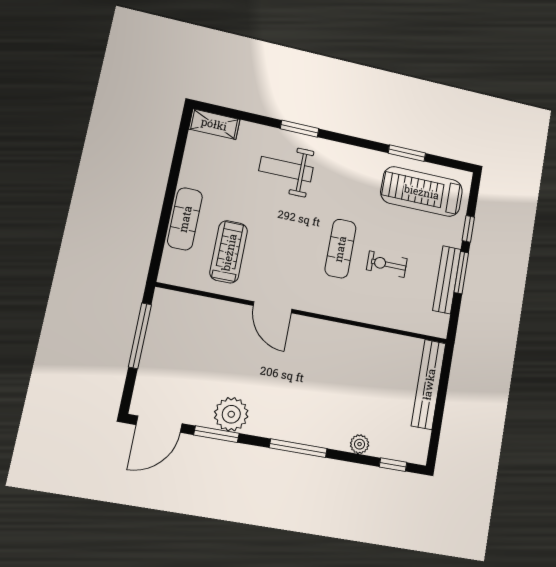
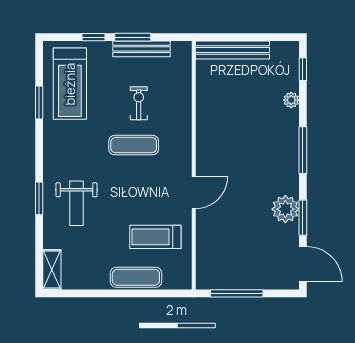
exercise bike: (387, 264) -> (139, 103), turned 180

